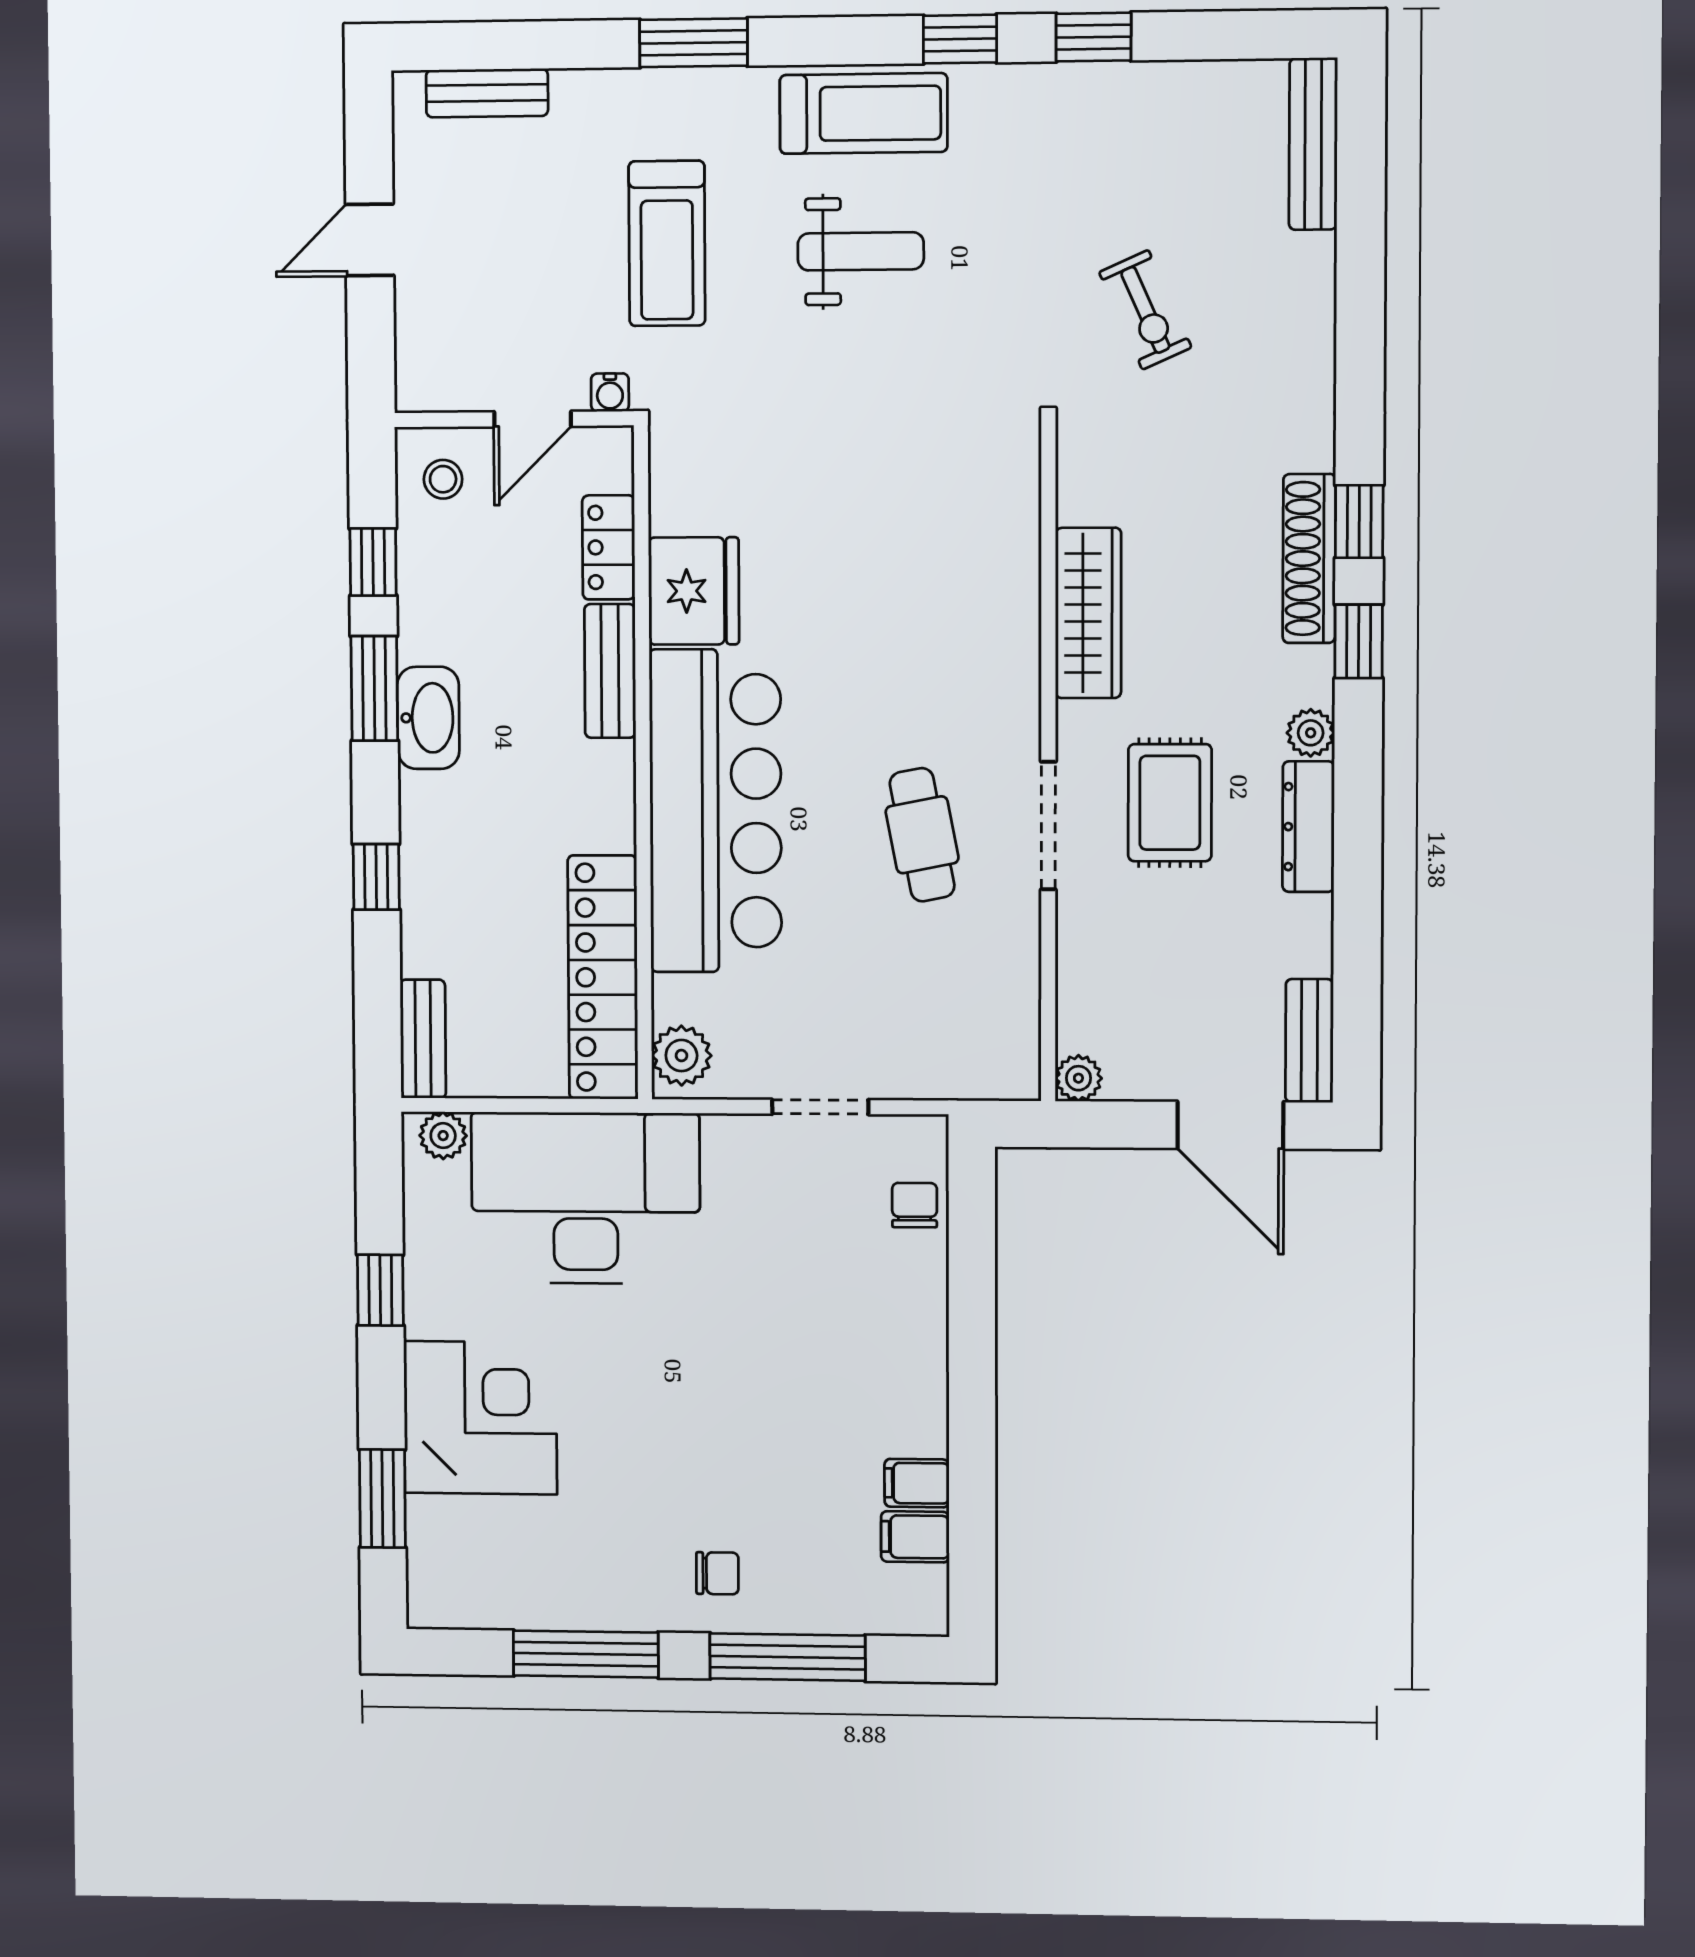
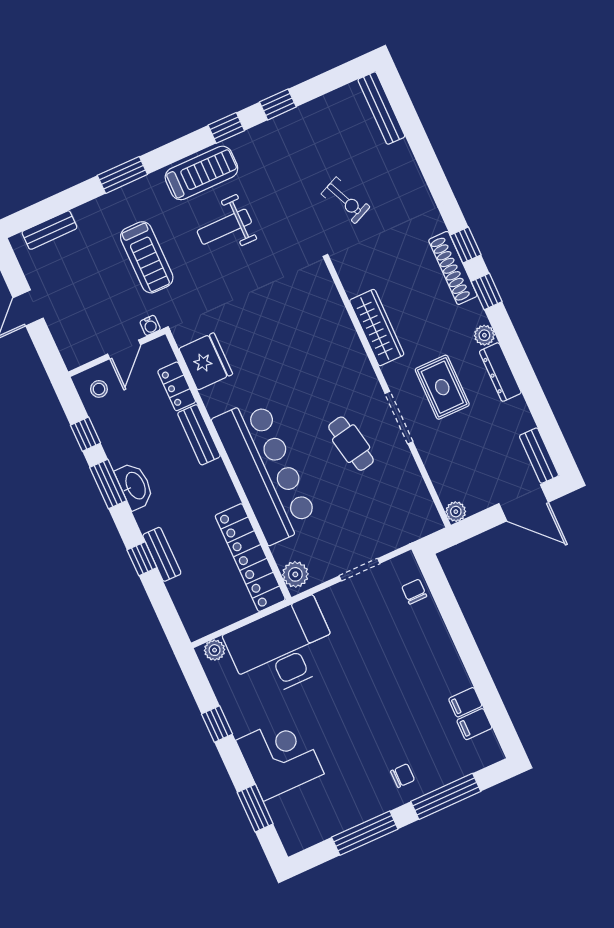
weight bench: (861, 251) -> (224, 227), turned 180
fridge: (694, 591) -> (206, 361), moved
bench: (423, 1039) -> (162, 554), moved

